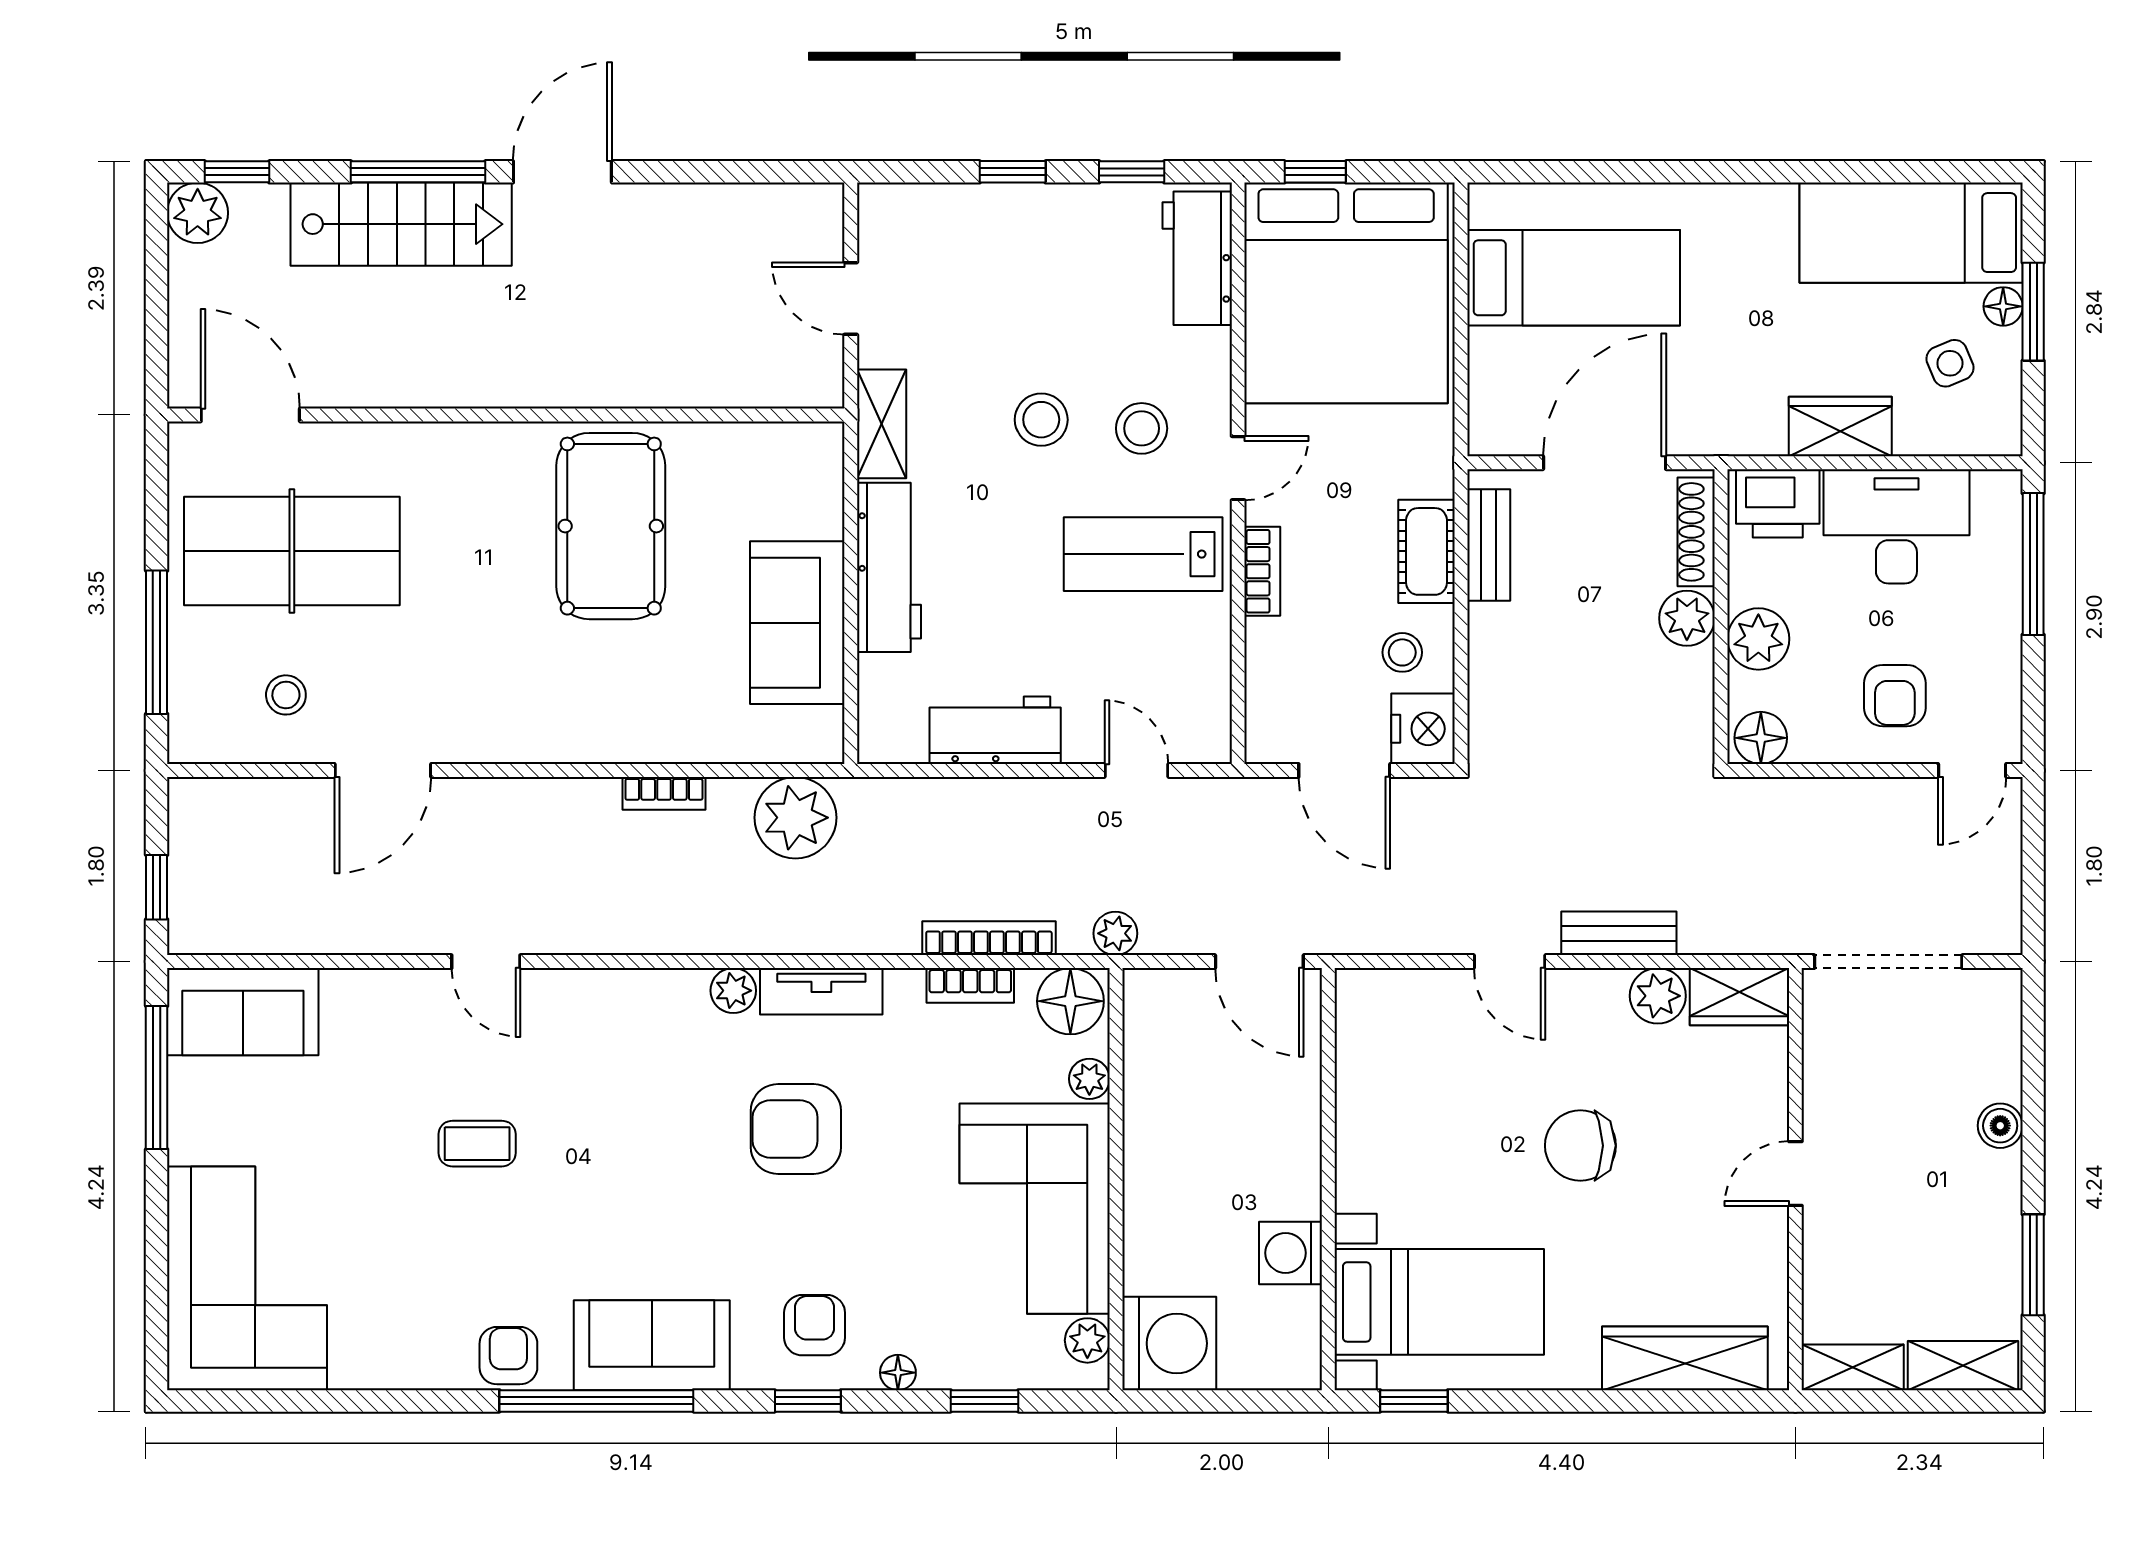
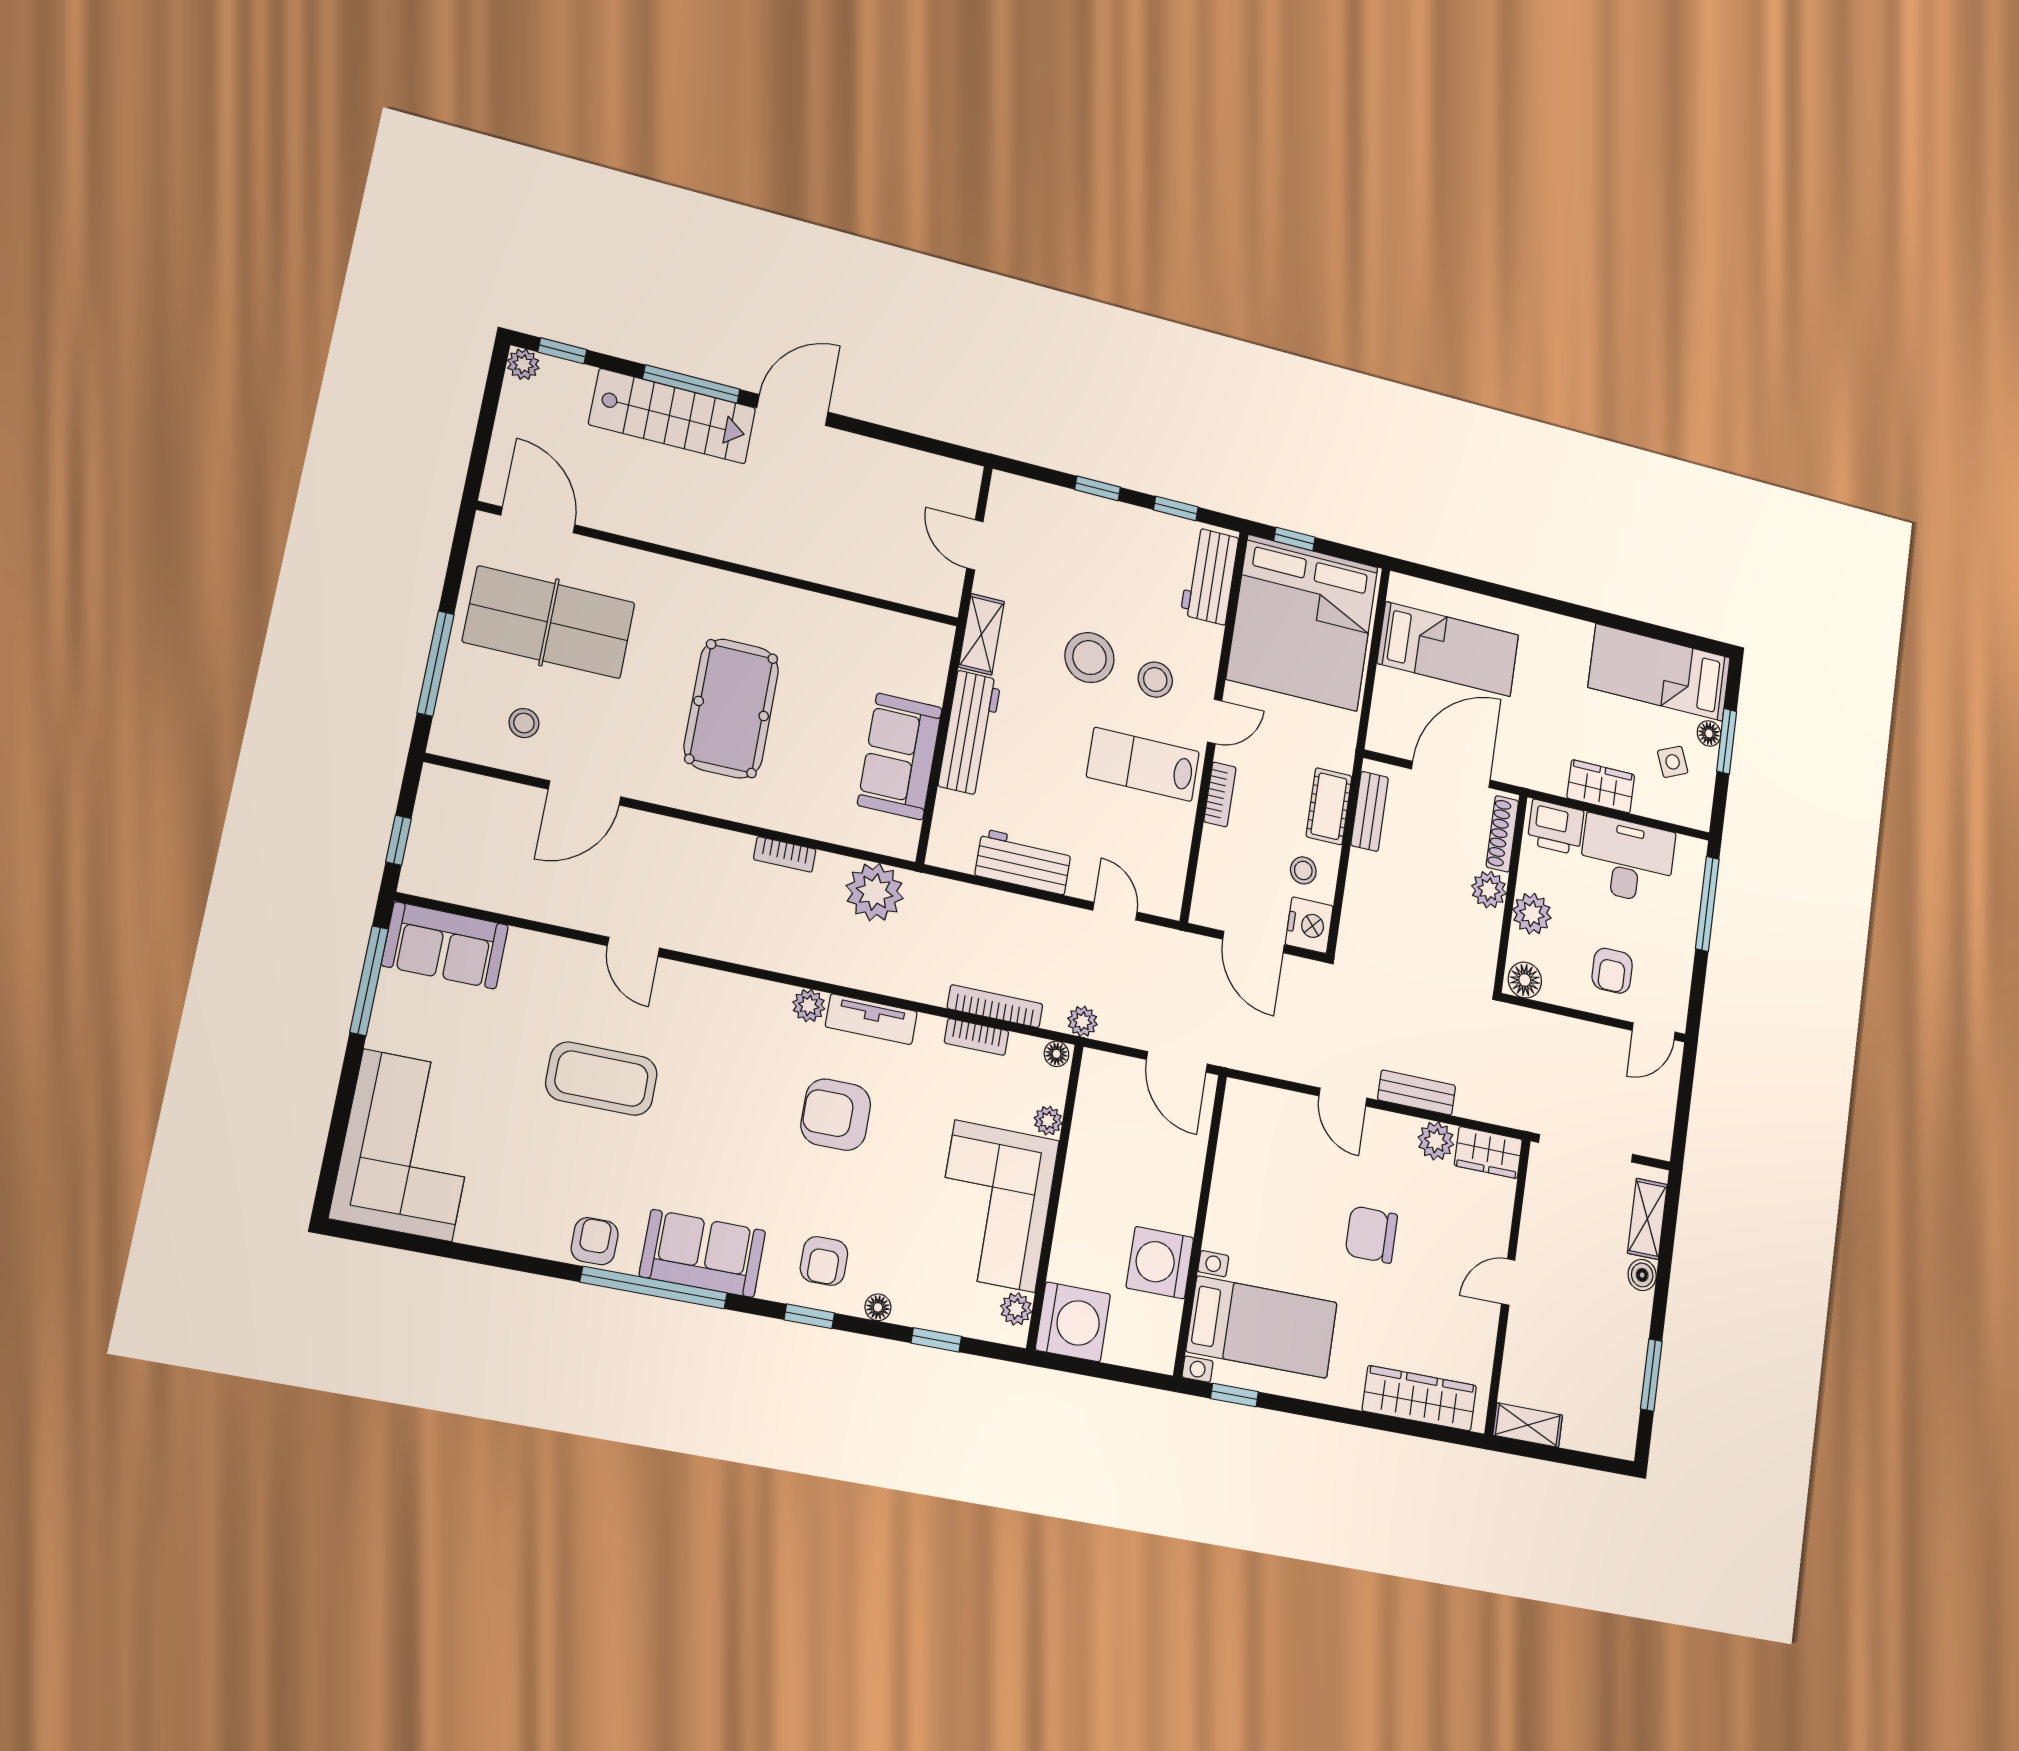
plant: (198, 213) -> (523, 364), width x0.73, depth x0.73
stool: (1041, 420) -> (1089, 658), width x1.38, depth x1.38
pool table: (611, 526) -> (731, 708), moved
floor lamp: (1070, 1001) -> (1056, 1054), width x0.53, depth x0.53
coffee table: (477, 1144) -> (601, 1079), width x1.86, depth x1.72
washing machine: (1291, 1253) -> (1160, 1263), width x1.37, depth x1.37
armchair: (815, 1325) -> (824, 1261), turned 180
shelving: (1963, 1366) -> (1647, 1219), moved, turned 90

